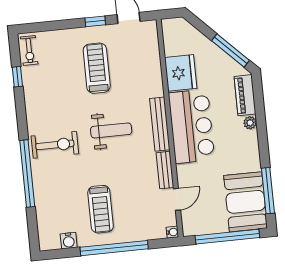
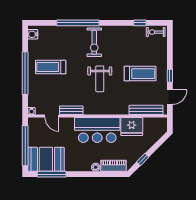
window: (231, 50) -> (143, 159), width x0.46
bench: (160, 124) -> (146, 110), moved
water cooler: (69, 241) -> (33, 34), moved

